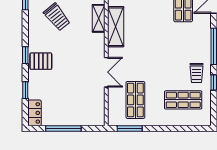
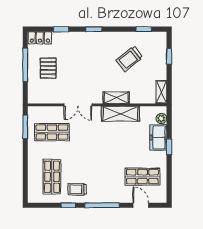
shelving: (99, 18) -> (116, 98), moved
pallet: (41, 61) -> (48, 68), moved

